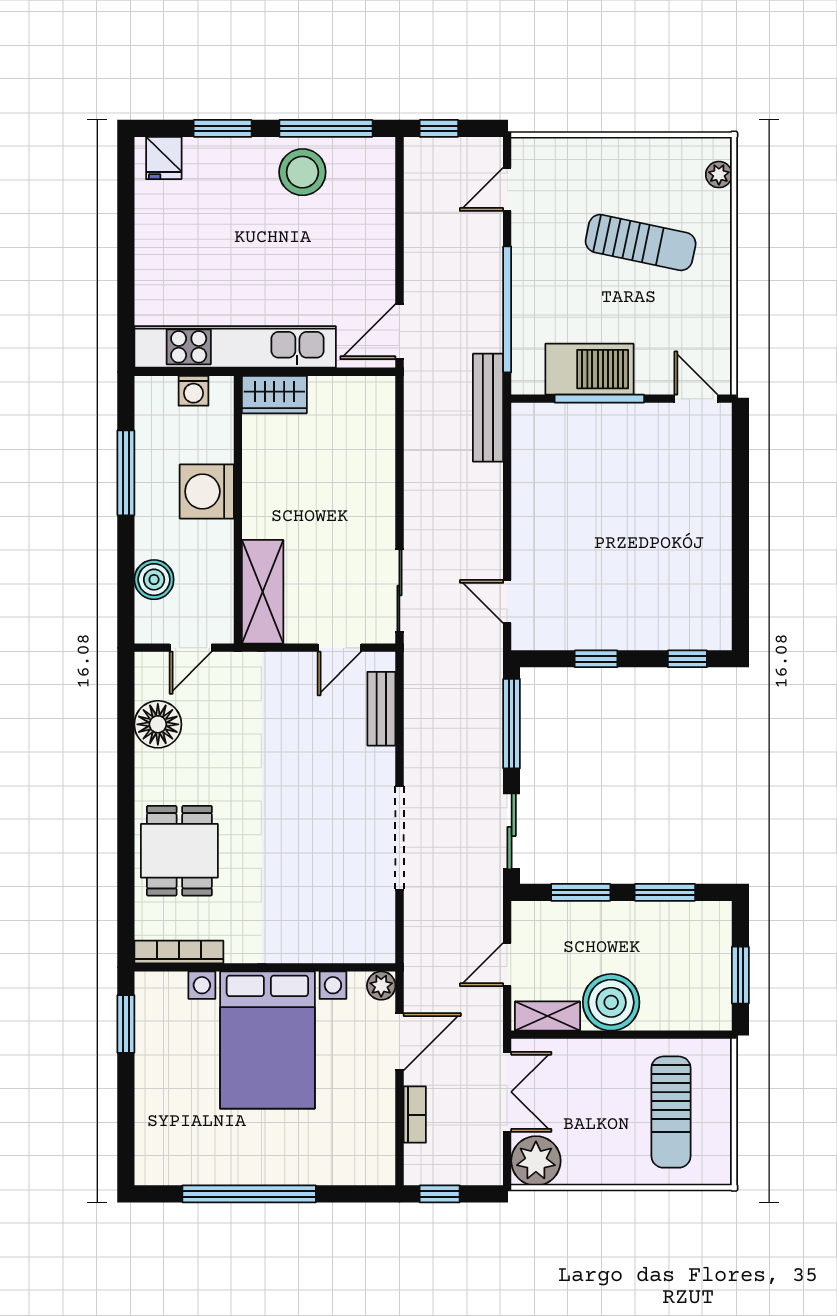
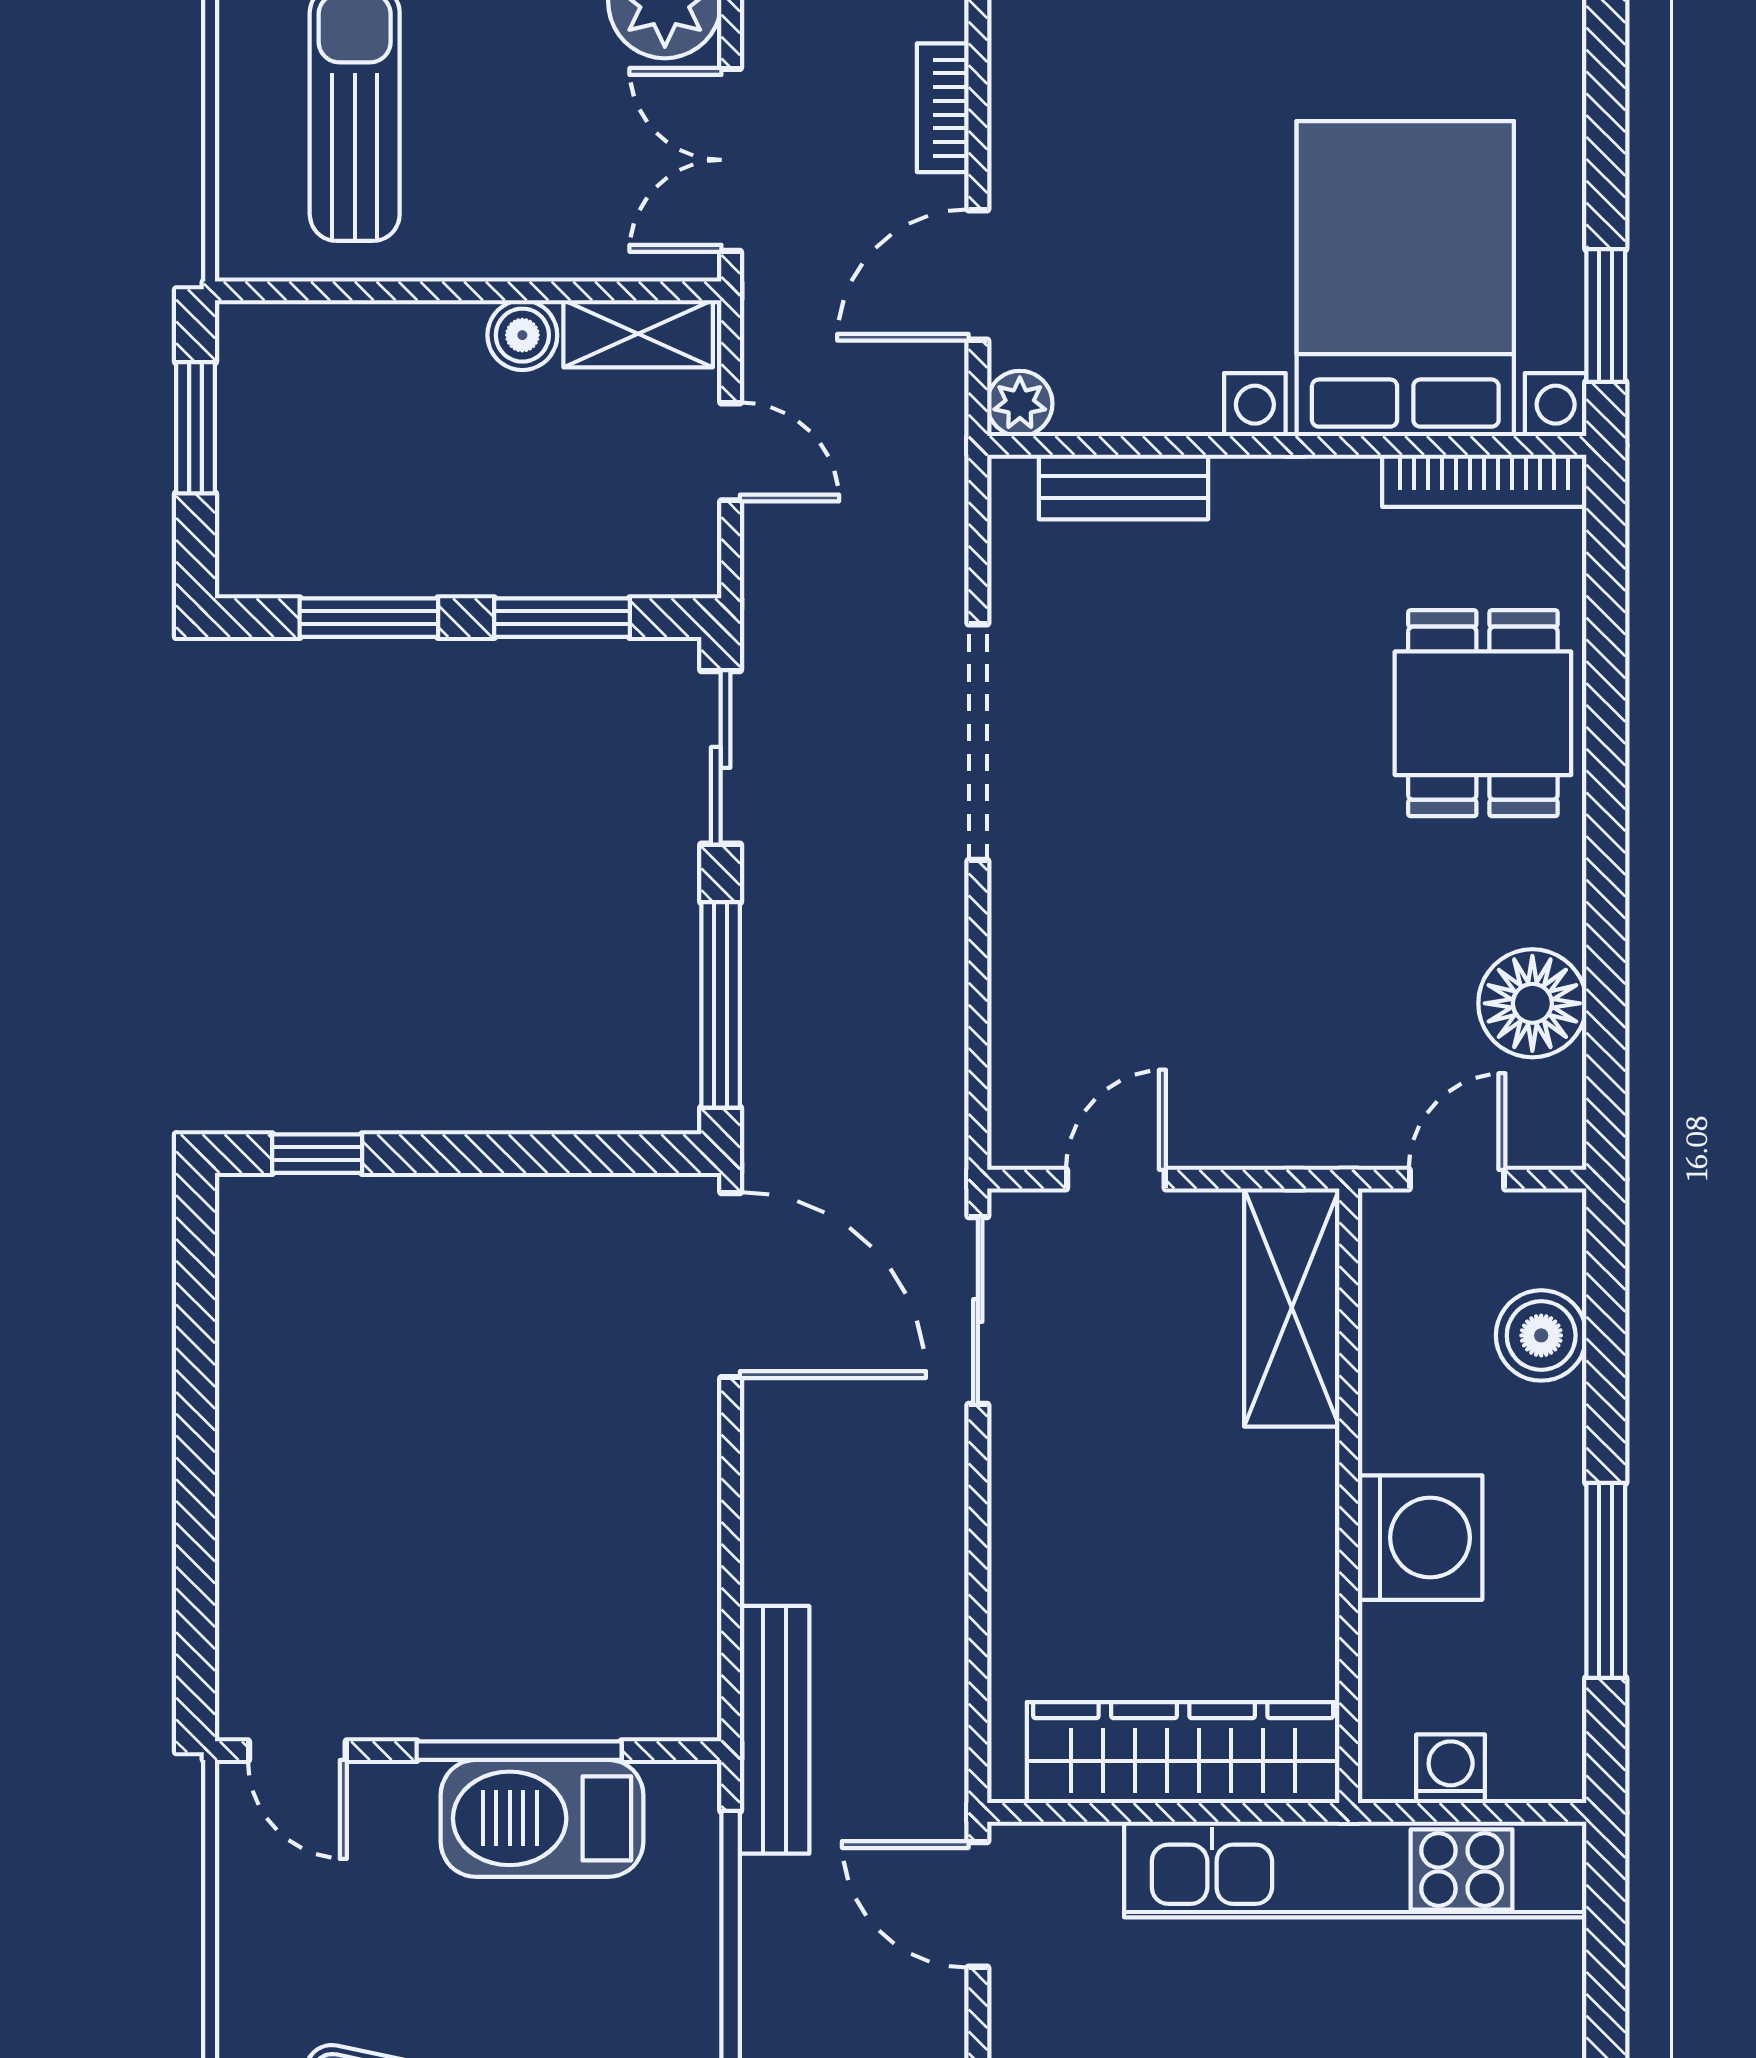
door: (399, 332) -> (978, 1904), swing flipped
wardrobe: (274, 395) -> (1183, 1753), width x2.10, depth x1.17
door: (507, 602) -> (731, 1285), width x1.87
window: (596, 659) -> (527, 1154), removed
bench: (381, 709) -> (1123, 487), moved, turned 90
door: (507, 965) -> (731, 452), hinge flipped
boiler: (611, 1002) -> (522, 335), width x0.54, depth x0.54
bed with nightstands: (267, 1040) -> (1405, 279), moved

